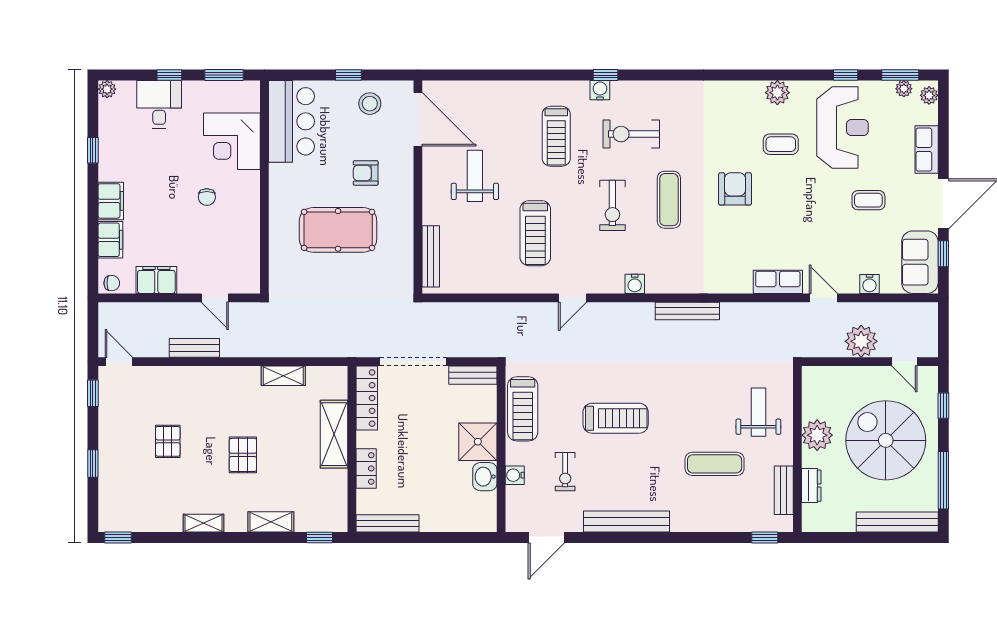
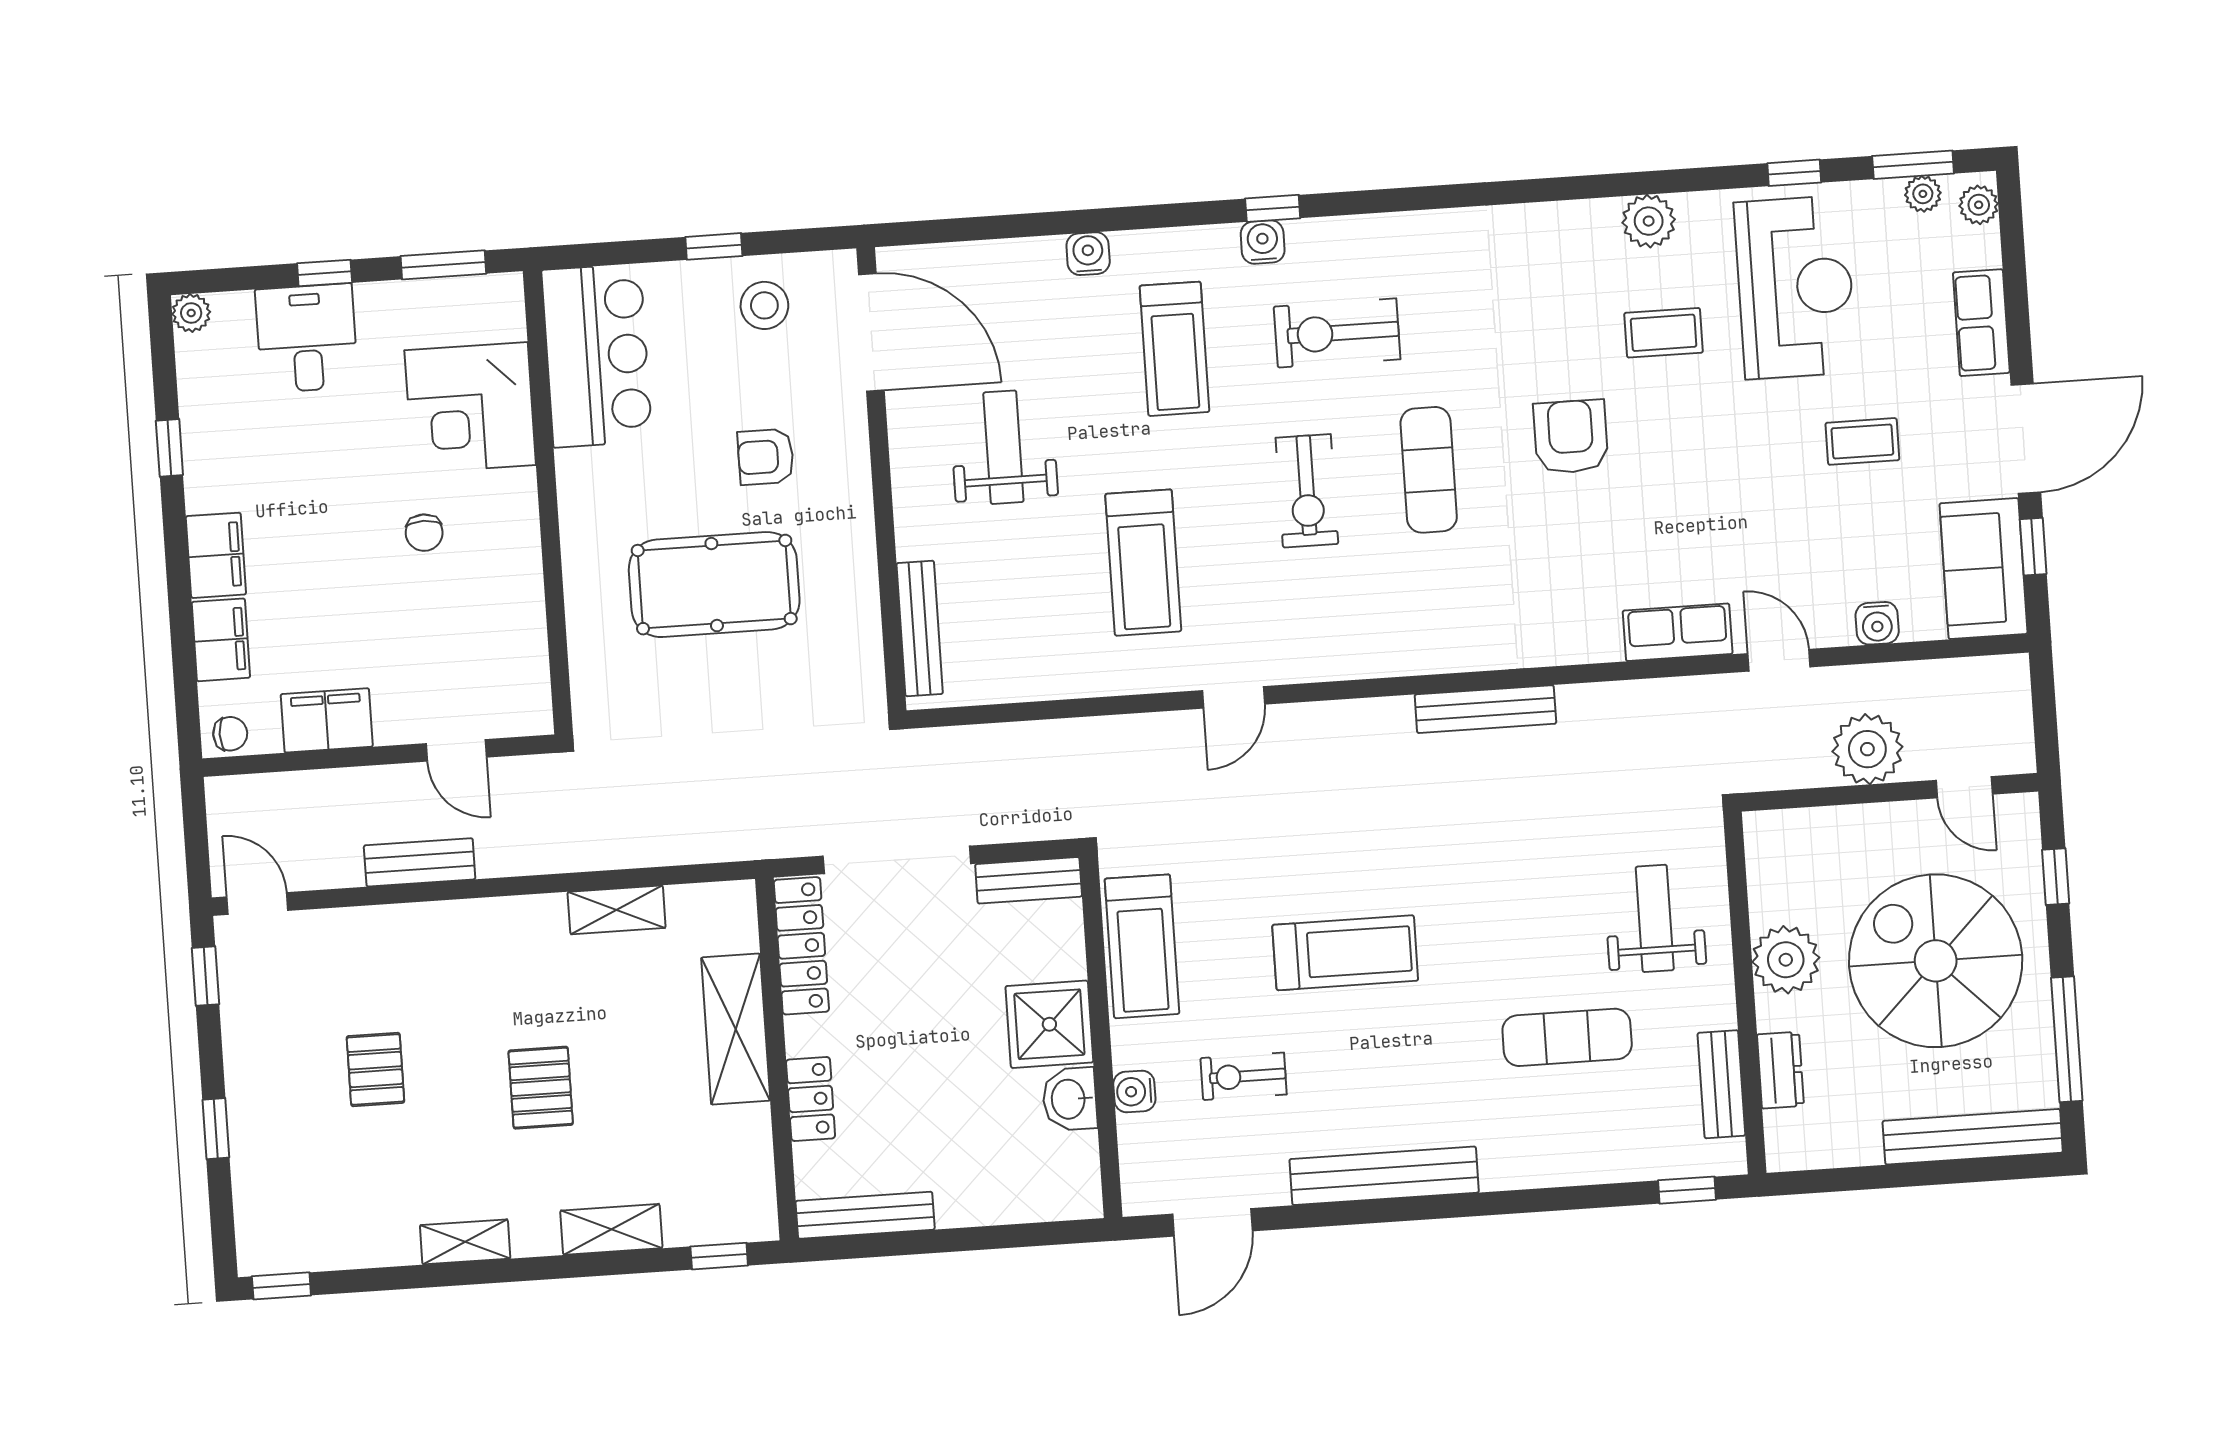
water cooler: (635, 284) -> (1088, 254), moved, turned 180
exercise bike: (565, 472) -> (1244, 1076), turned 90

